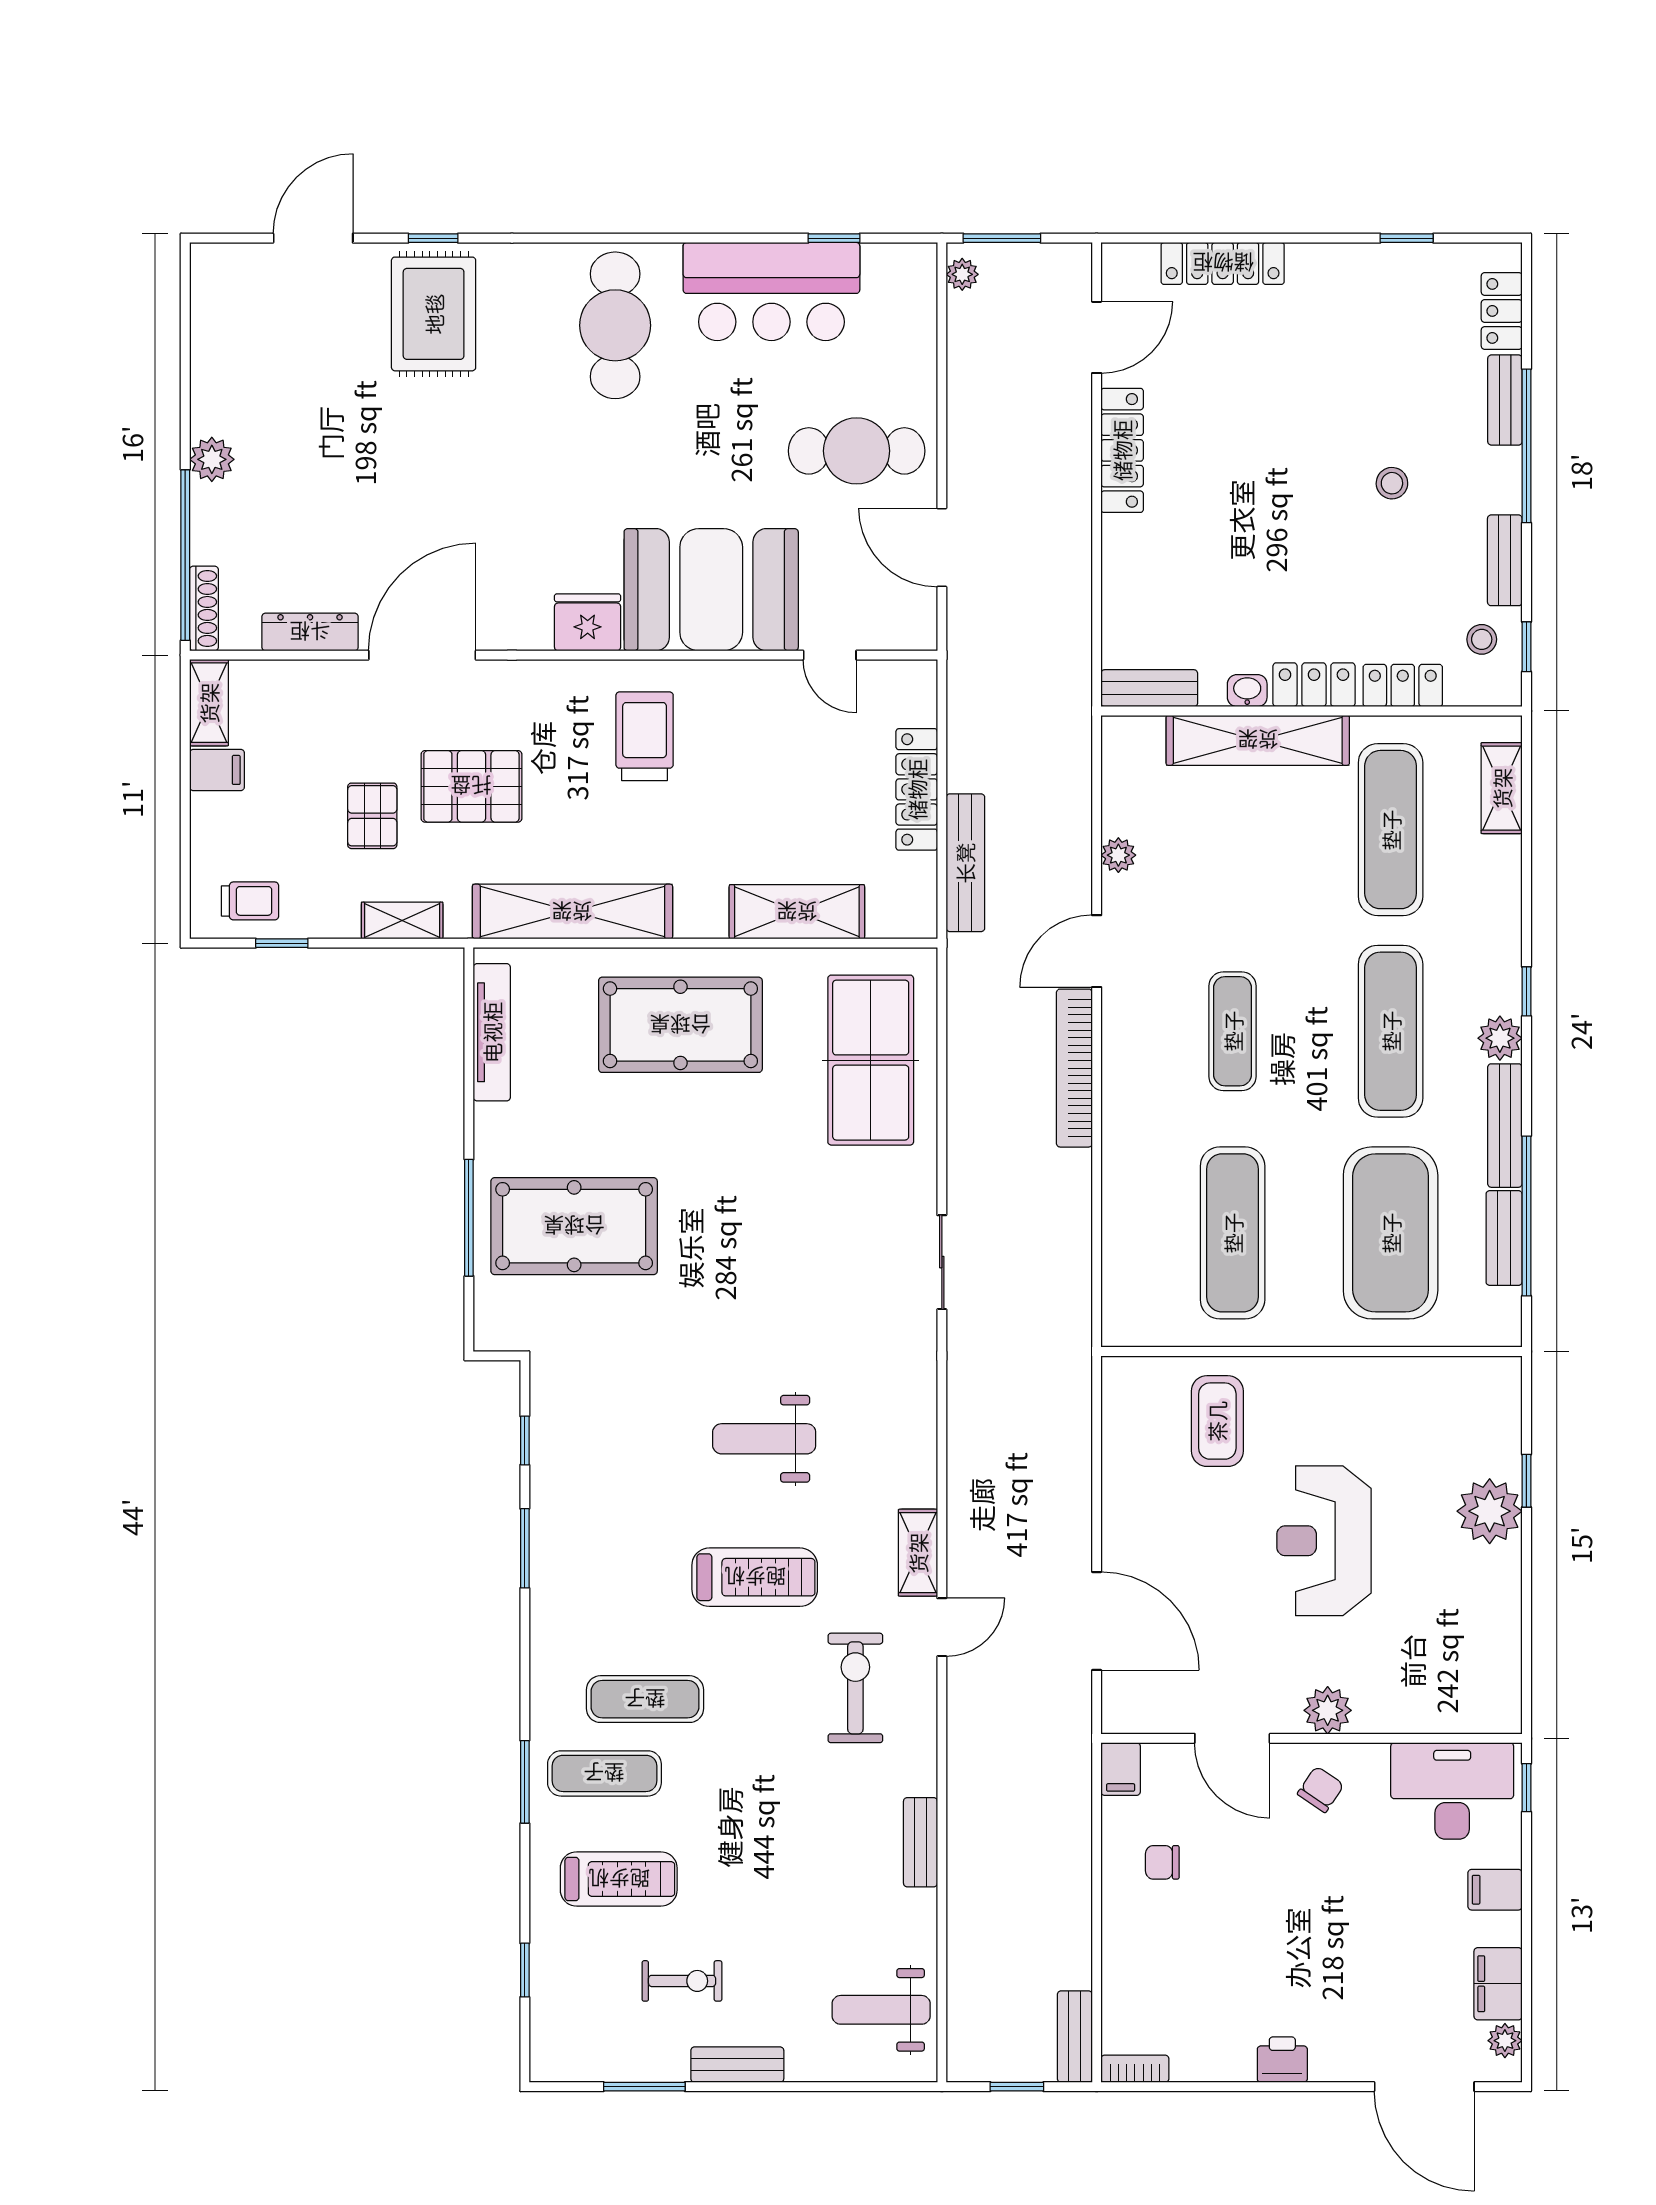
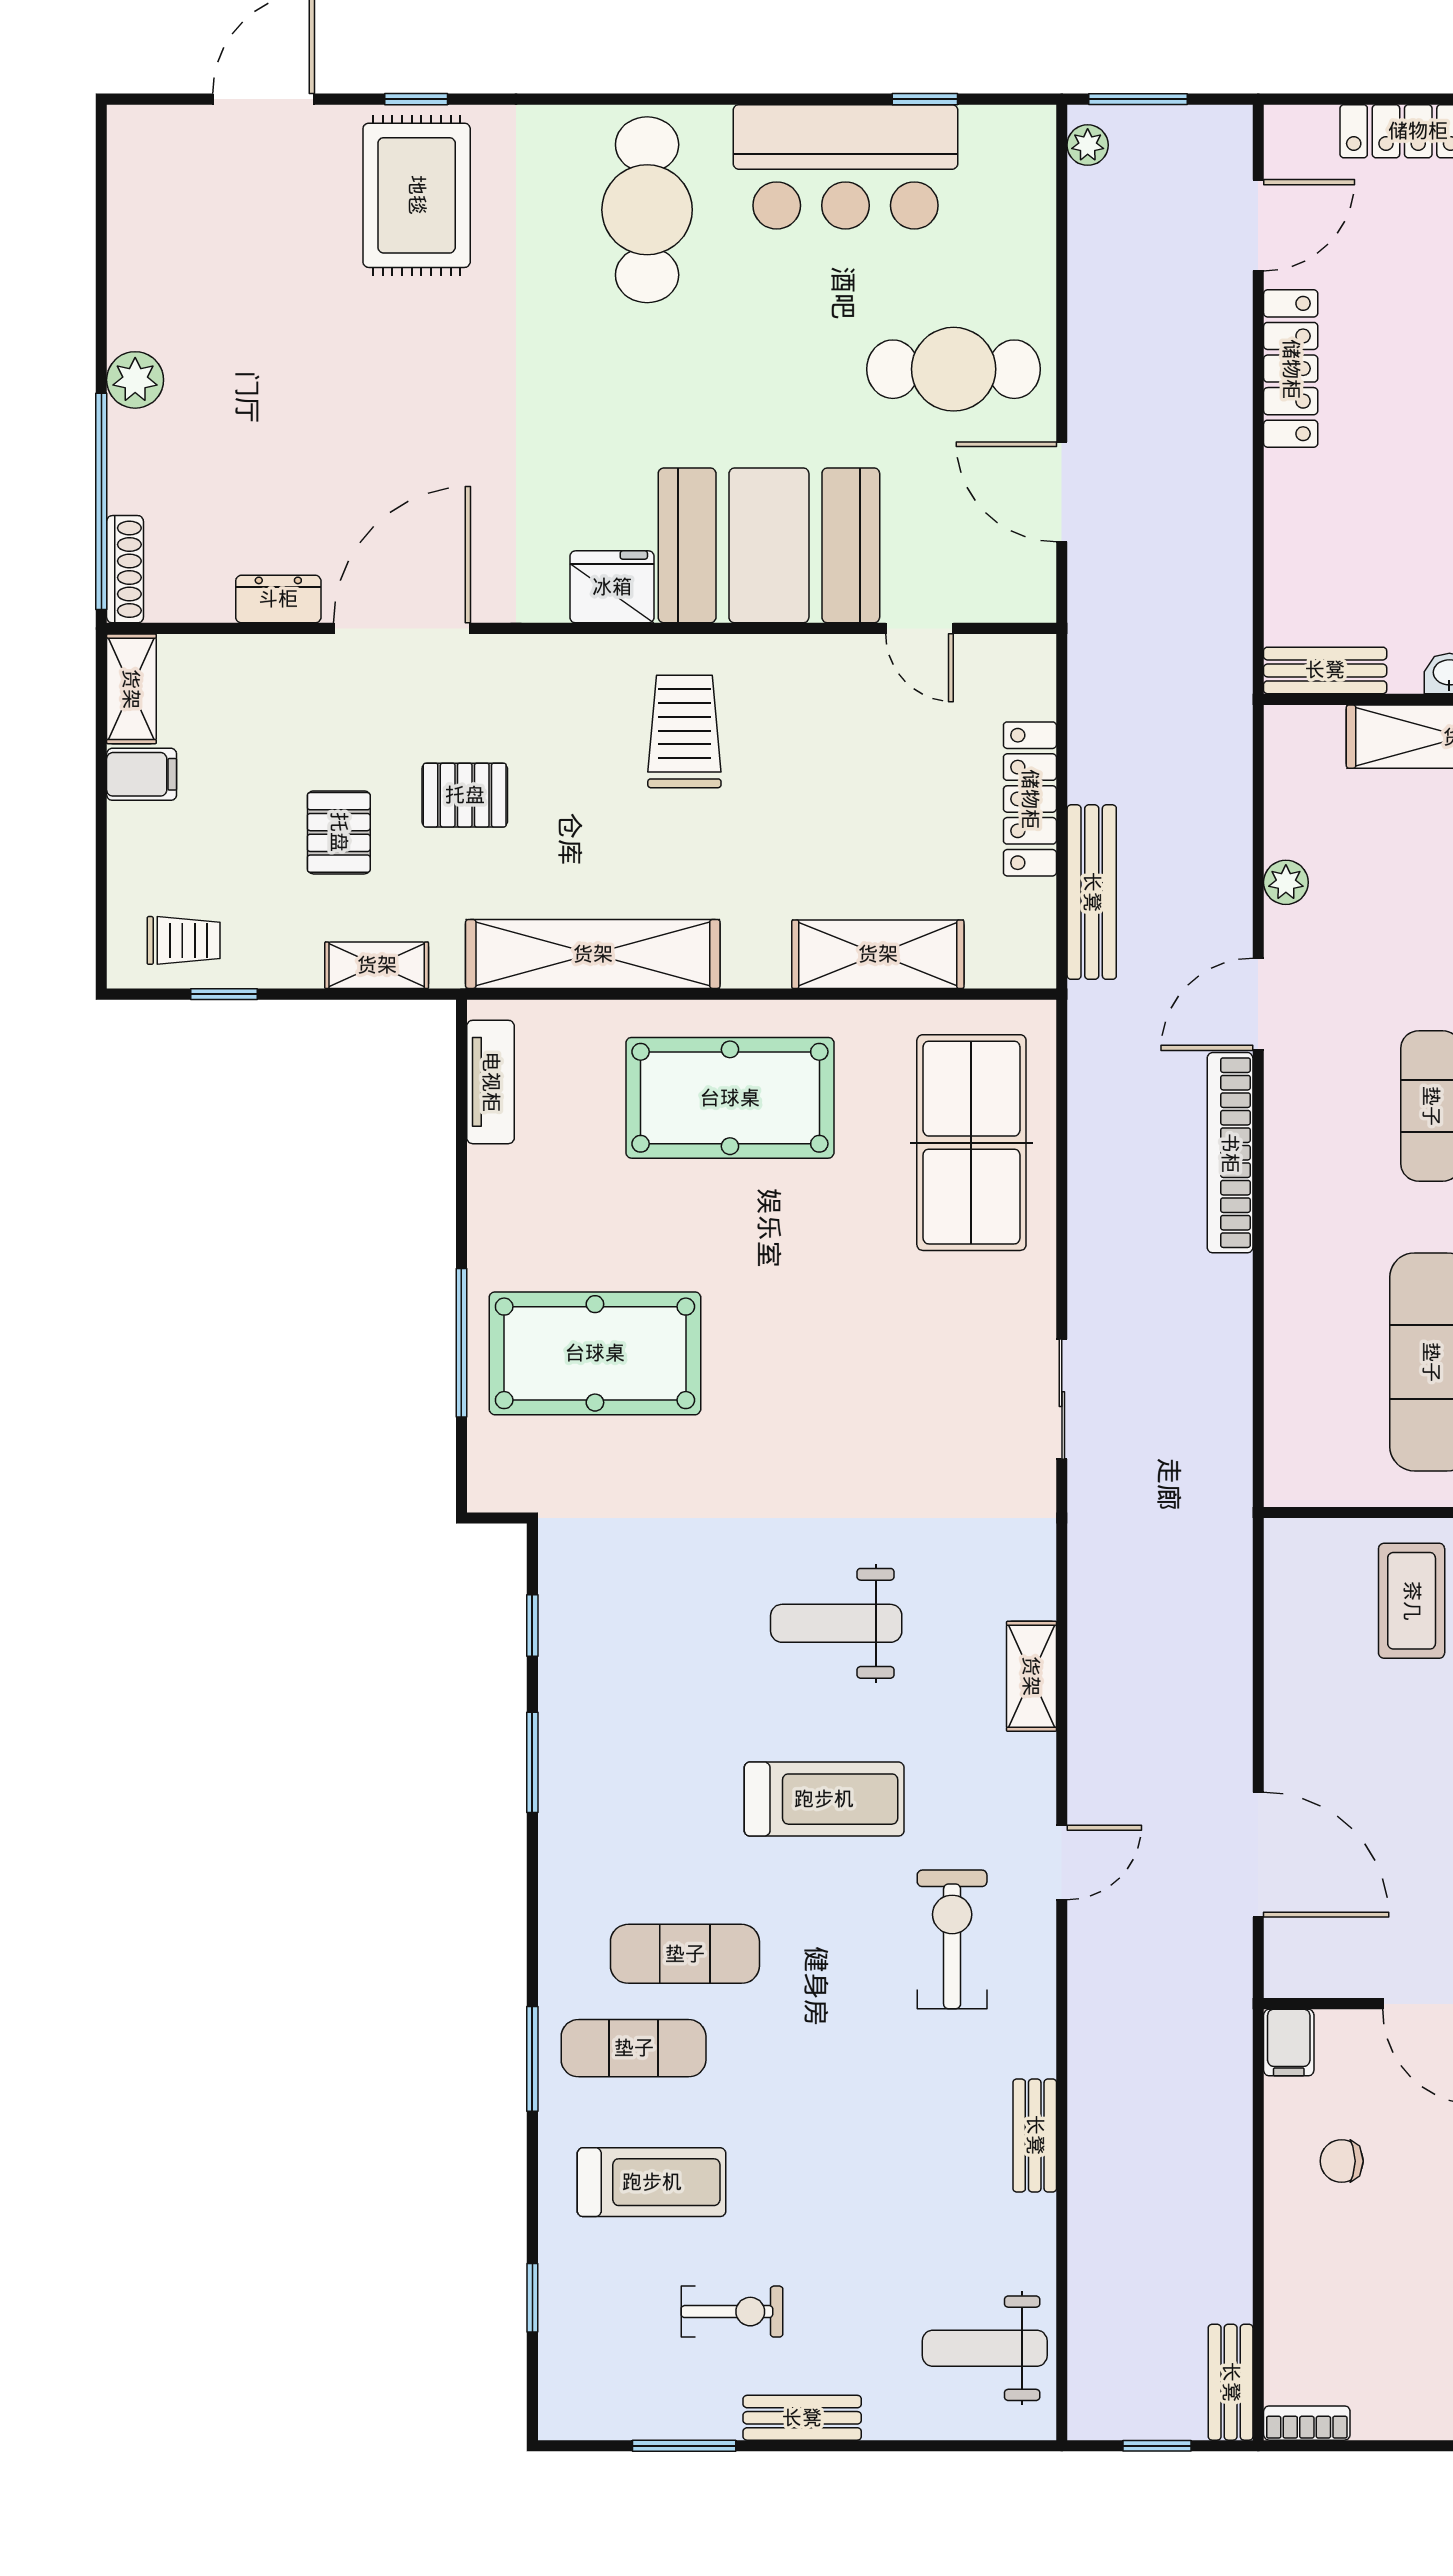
dresser: (310, 632) -> (278, 599), width x0.70
pallet: (471, 786) -> (465, 795), width x0.67, depth x0.71
tv unit: (492, 1032) -> (491, 1082), width x0.71
shelving: (918, 1553) -> (1031, 1676), moved

